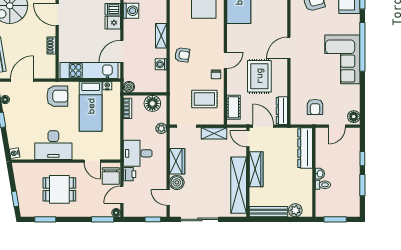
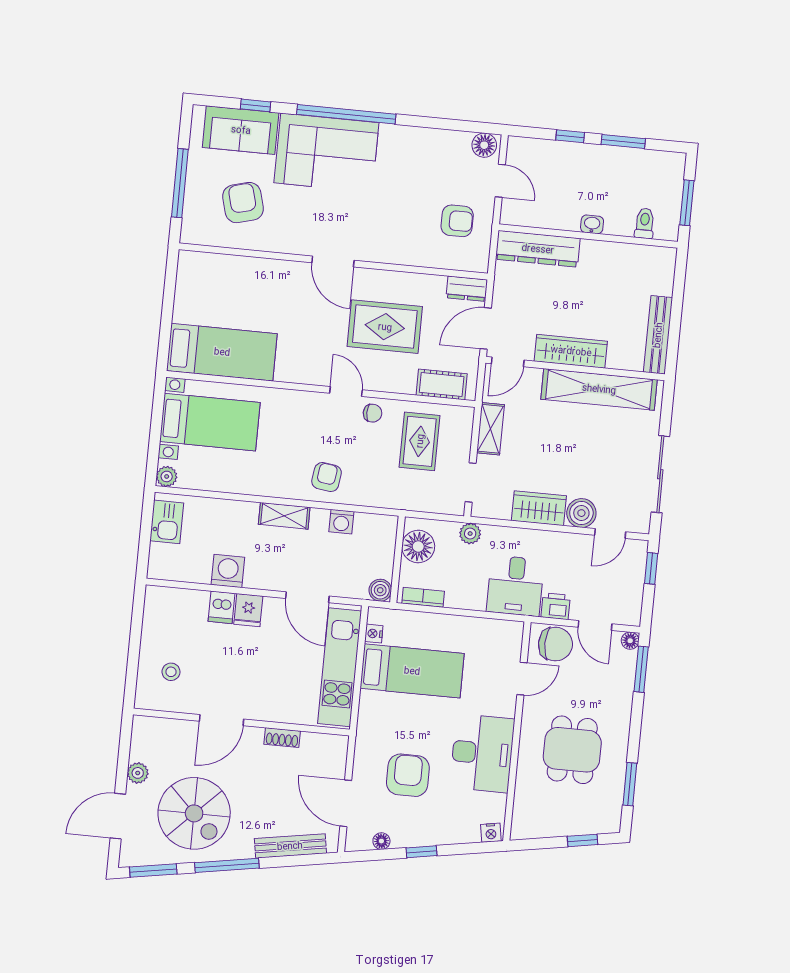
corner sofa: (342, 59) -> (326, 153), moved
armchair: (57, 96) -> (408, 775), moved
dresser: (282, 111) -> (467, 289), width x0.70
toilet: (323, 185) -> (645, 223), moved
plant: (295, 210) -> (661, 281), removed

